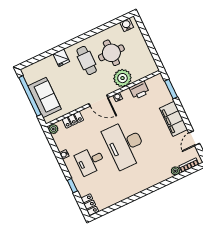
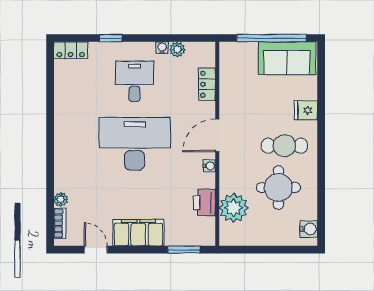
plant: (122, 78) -> (234, 208), moved
sofa: (45, 98) -> (287, 58), moved
plant: (53, 129) -> (177, 49), moved

